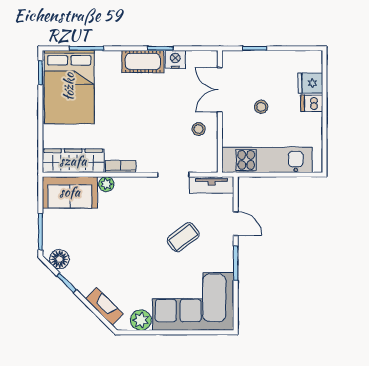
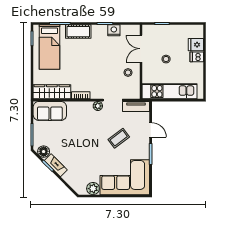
cot: (143, 62) -> (78, 32), moved
bed: (69, 87) -> (50, 47), width x0.67
plant: (106, 184) -> (98, 106), moved
fireplace: (104, 306) -> (56, 165), moved

